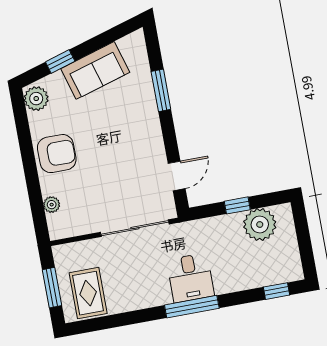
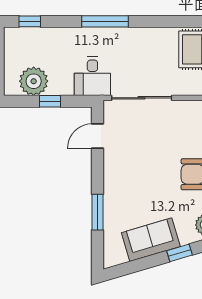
desk: (190, 278) -> (92, 76), moved, turned 180

